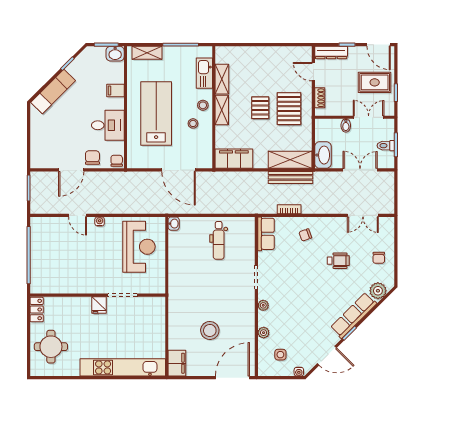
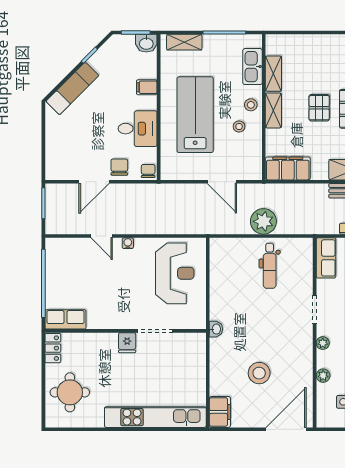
door: (179, 170) -> (222, 182), width x0.73
plant: (213, 203) -> (263, 221), added
washbasin: (174, 224) -> (216, 329), moved
row of seats: (47, 285) -> (66, 319), added

